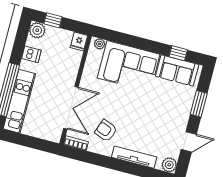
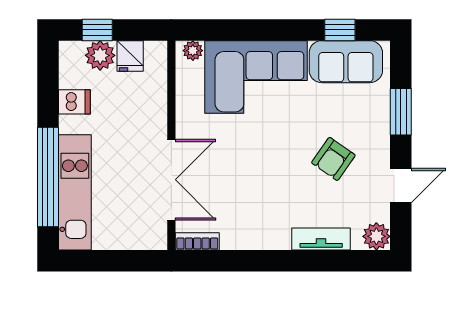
plant: (37, 30) -> (100, 55), moved
fridge: (79, 42) -> (130, 56), moved
armchair: (106, 131) -> (333, 159), moved, turned -76
tv unit: (134, 157) -> (321, 239), width x0.71

